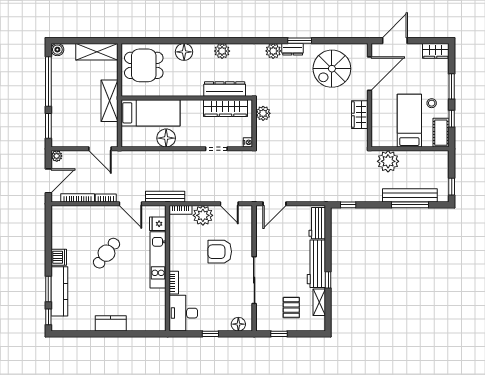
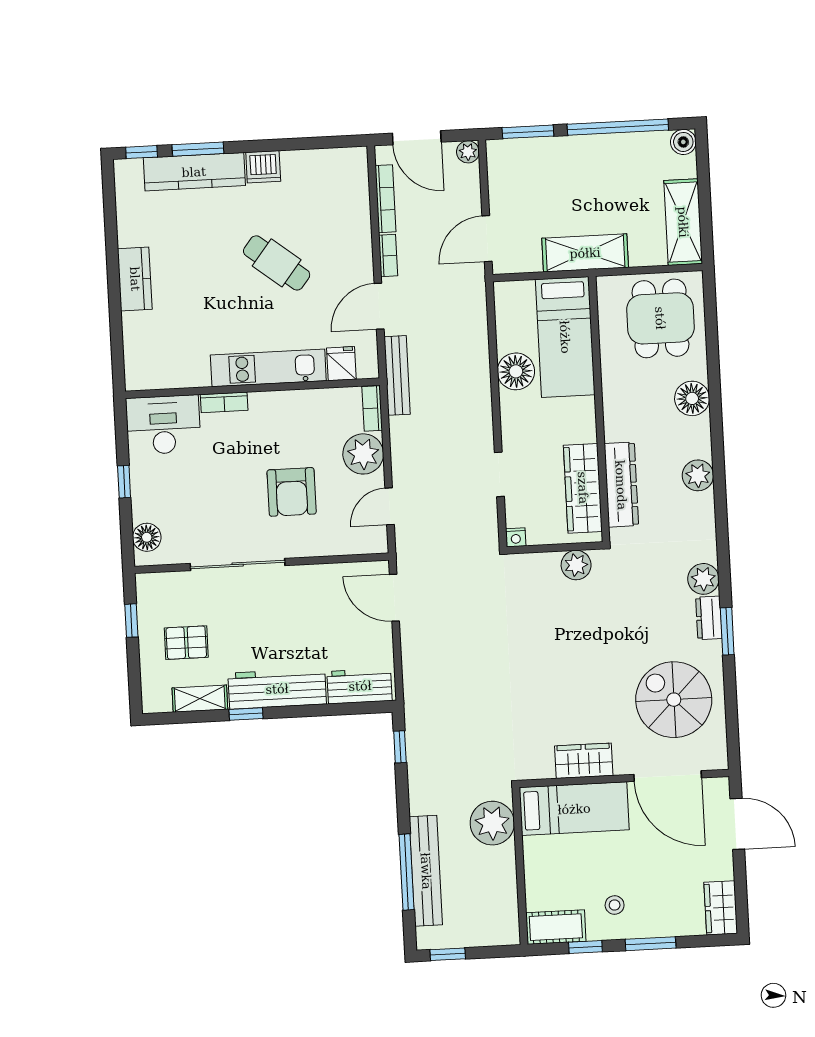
bed: (409, 121) -> (574, 809), moved
armchair: (220, 252) -> (292, 492), turned 180

